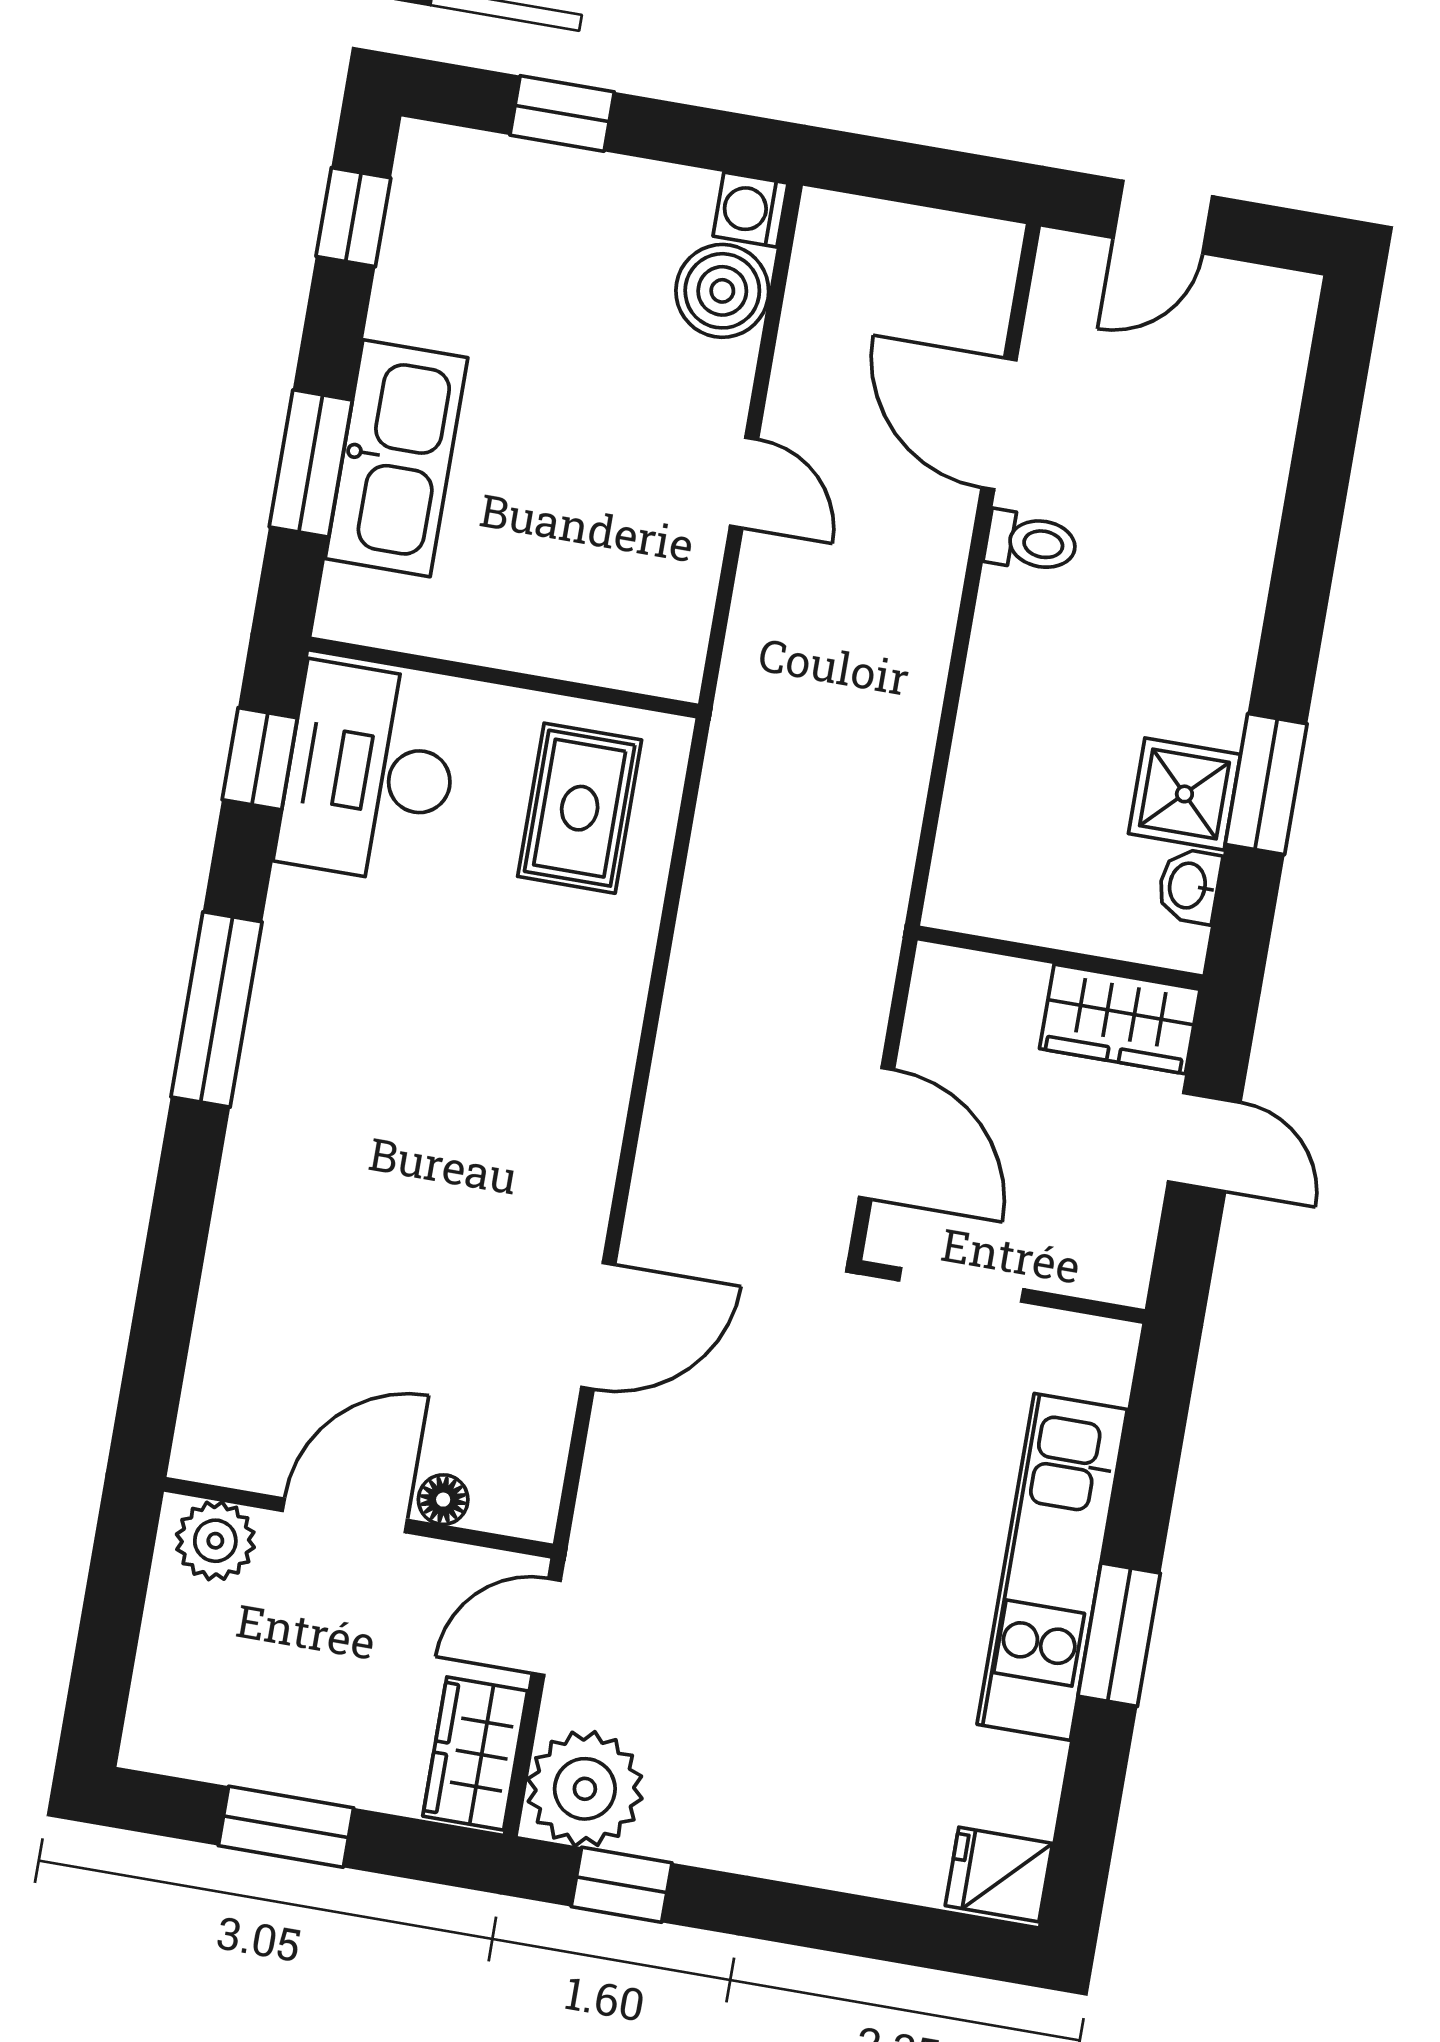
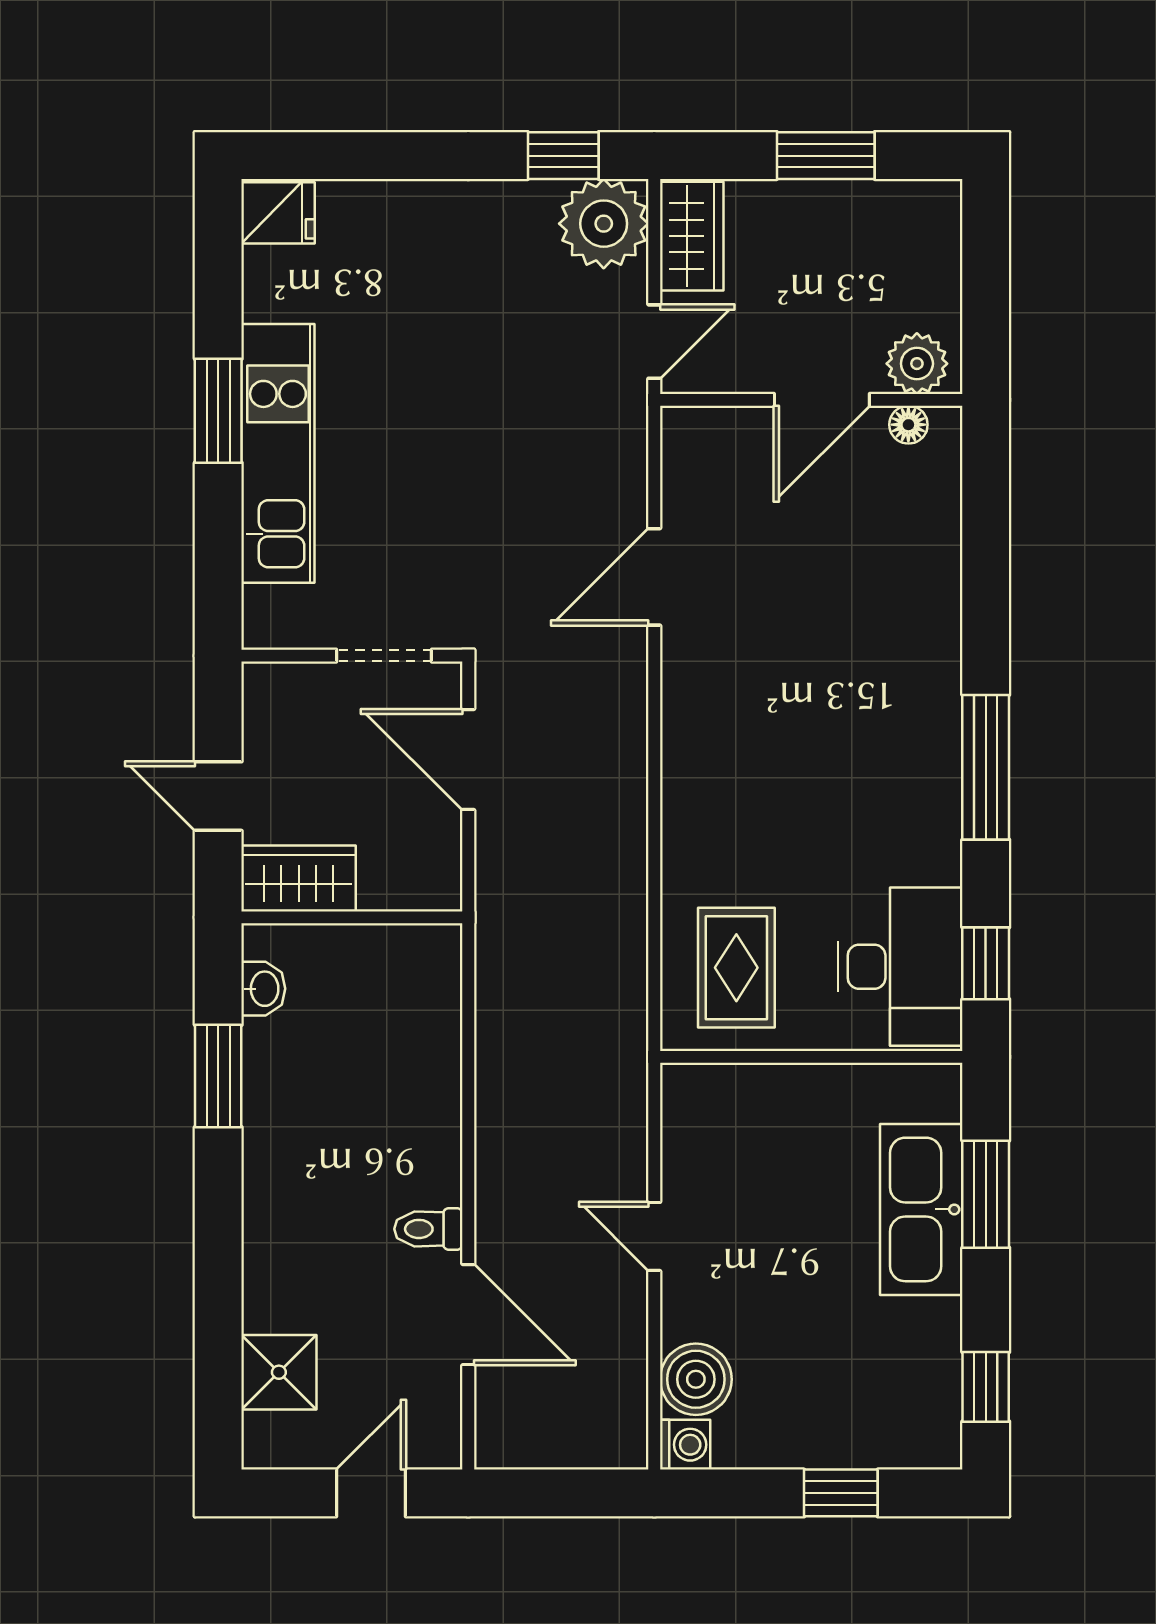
shower: (1184, 794) -> (279, 1372), moved
floor lamp: (443, 1500) -> (908, 425), moved

